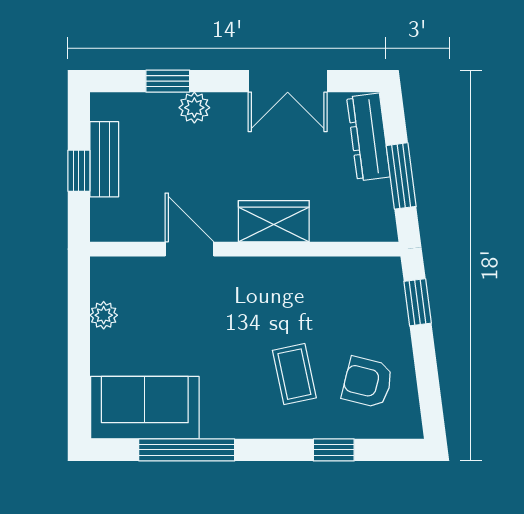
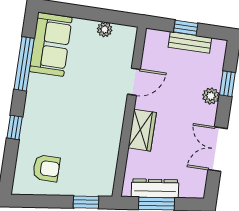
dresser: (368, 137) -> (155, 188), moved
coffee table: (294, 374) -> (57, 129), removed
armchair: (367, 382) -> (46, 168), turned 76
window: (334, 450) -> (15, 127), moved

